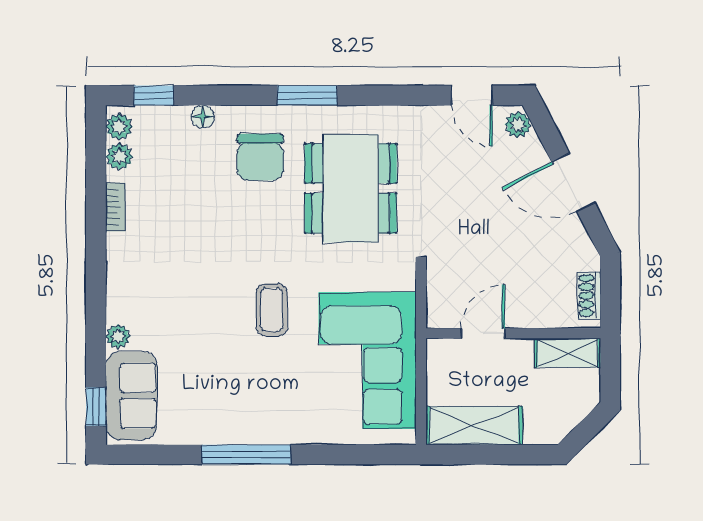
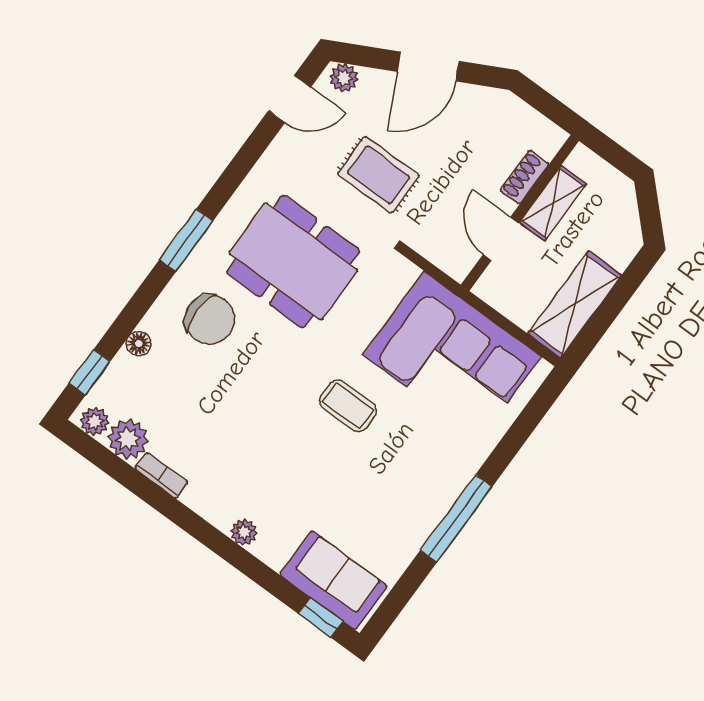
plant: (119, 156) -> (128, 439), width x1.38, depth x1.38
rug: (464, 205) -> (378, 175), added
shoe rack: (589, 296) -> (524, 177), moved, turned 90
plant: (118, 336) -> (244, 532), moved
shelving: (568, 353) -> (553, 203), moved

